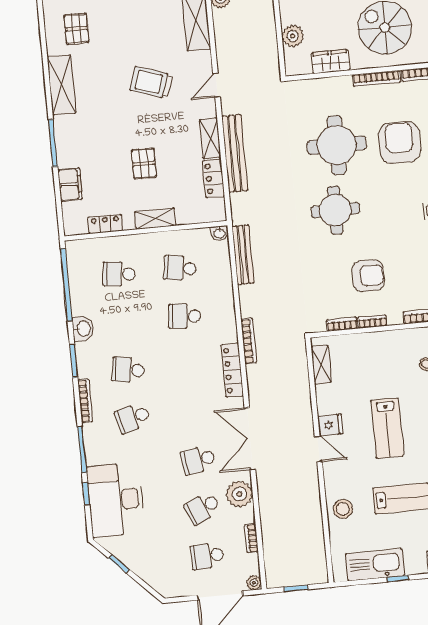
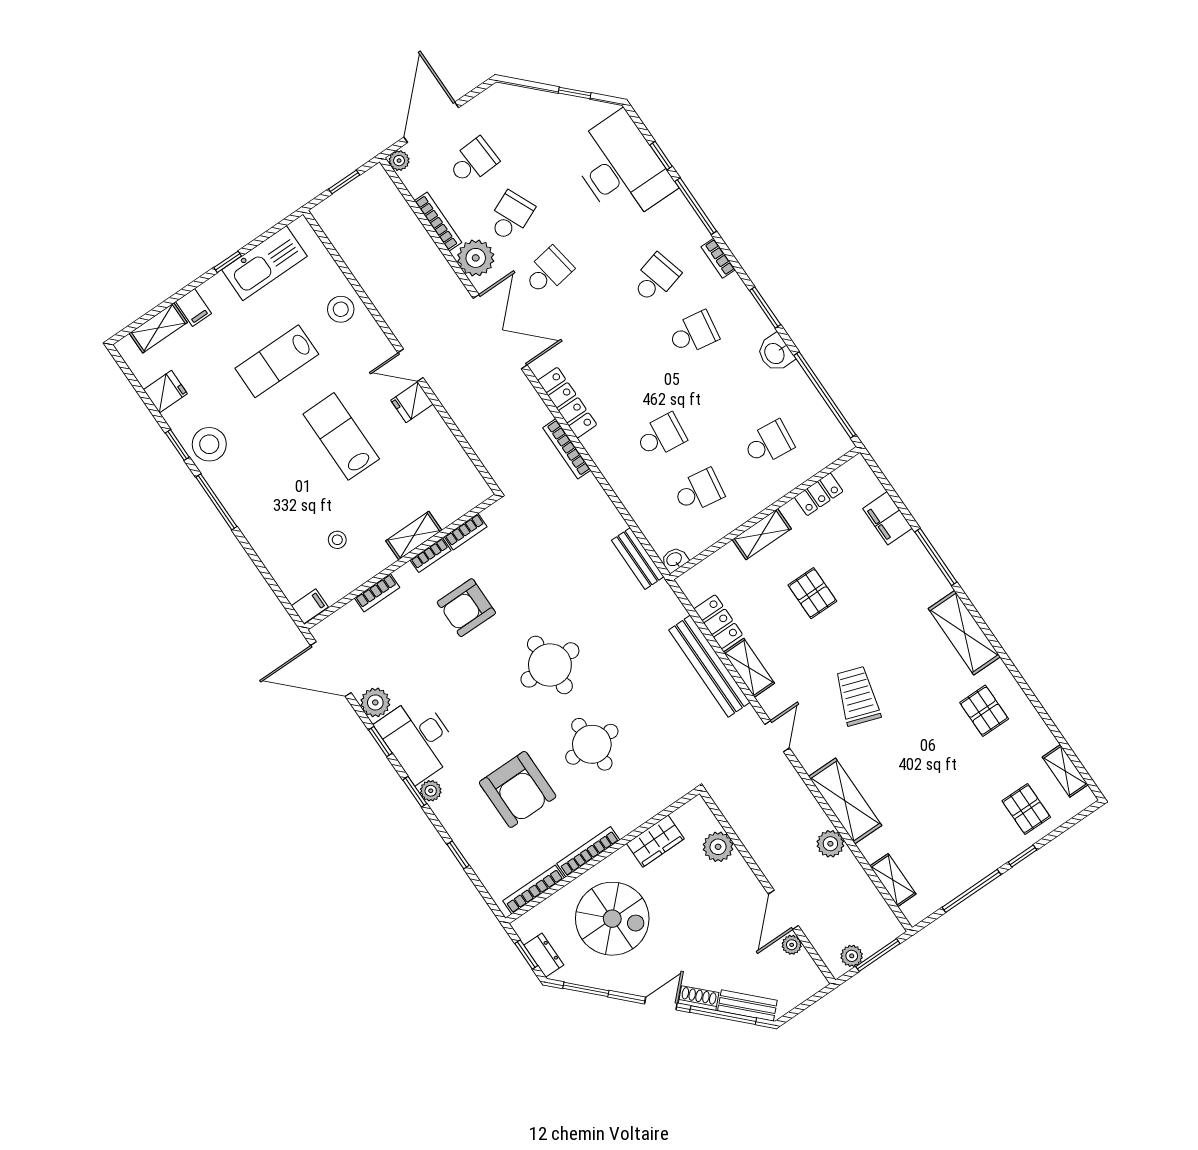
trolley: (151, 82) -> (858, 696), turned -89
round table: (337, 145) -> (592, 744), width x0.73, depth x0.73
bench: (243, 255) -> (638, 558), width x0.73
shelving: (321, 365) -> (414, 535), moved, turned 90
bookcase: (85, 401) -> (718, 258), width x0.64
bookcase: (251, 538) -> (438, 222), width x1.56

